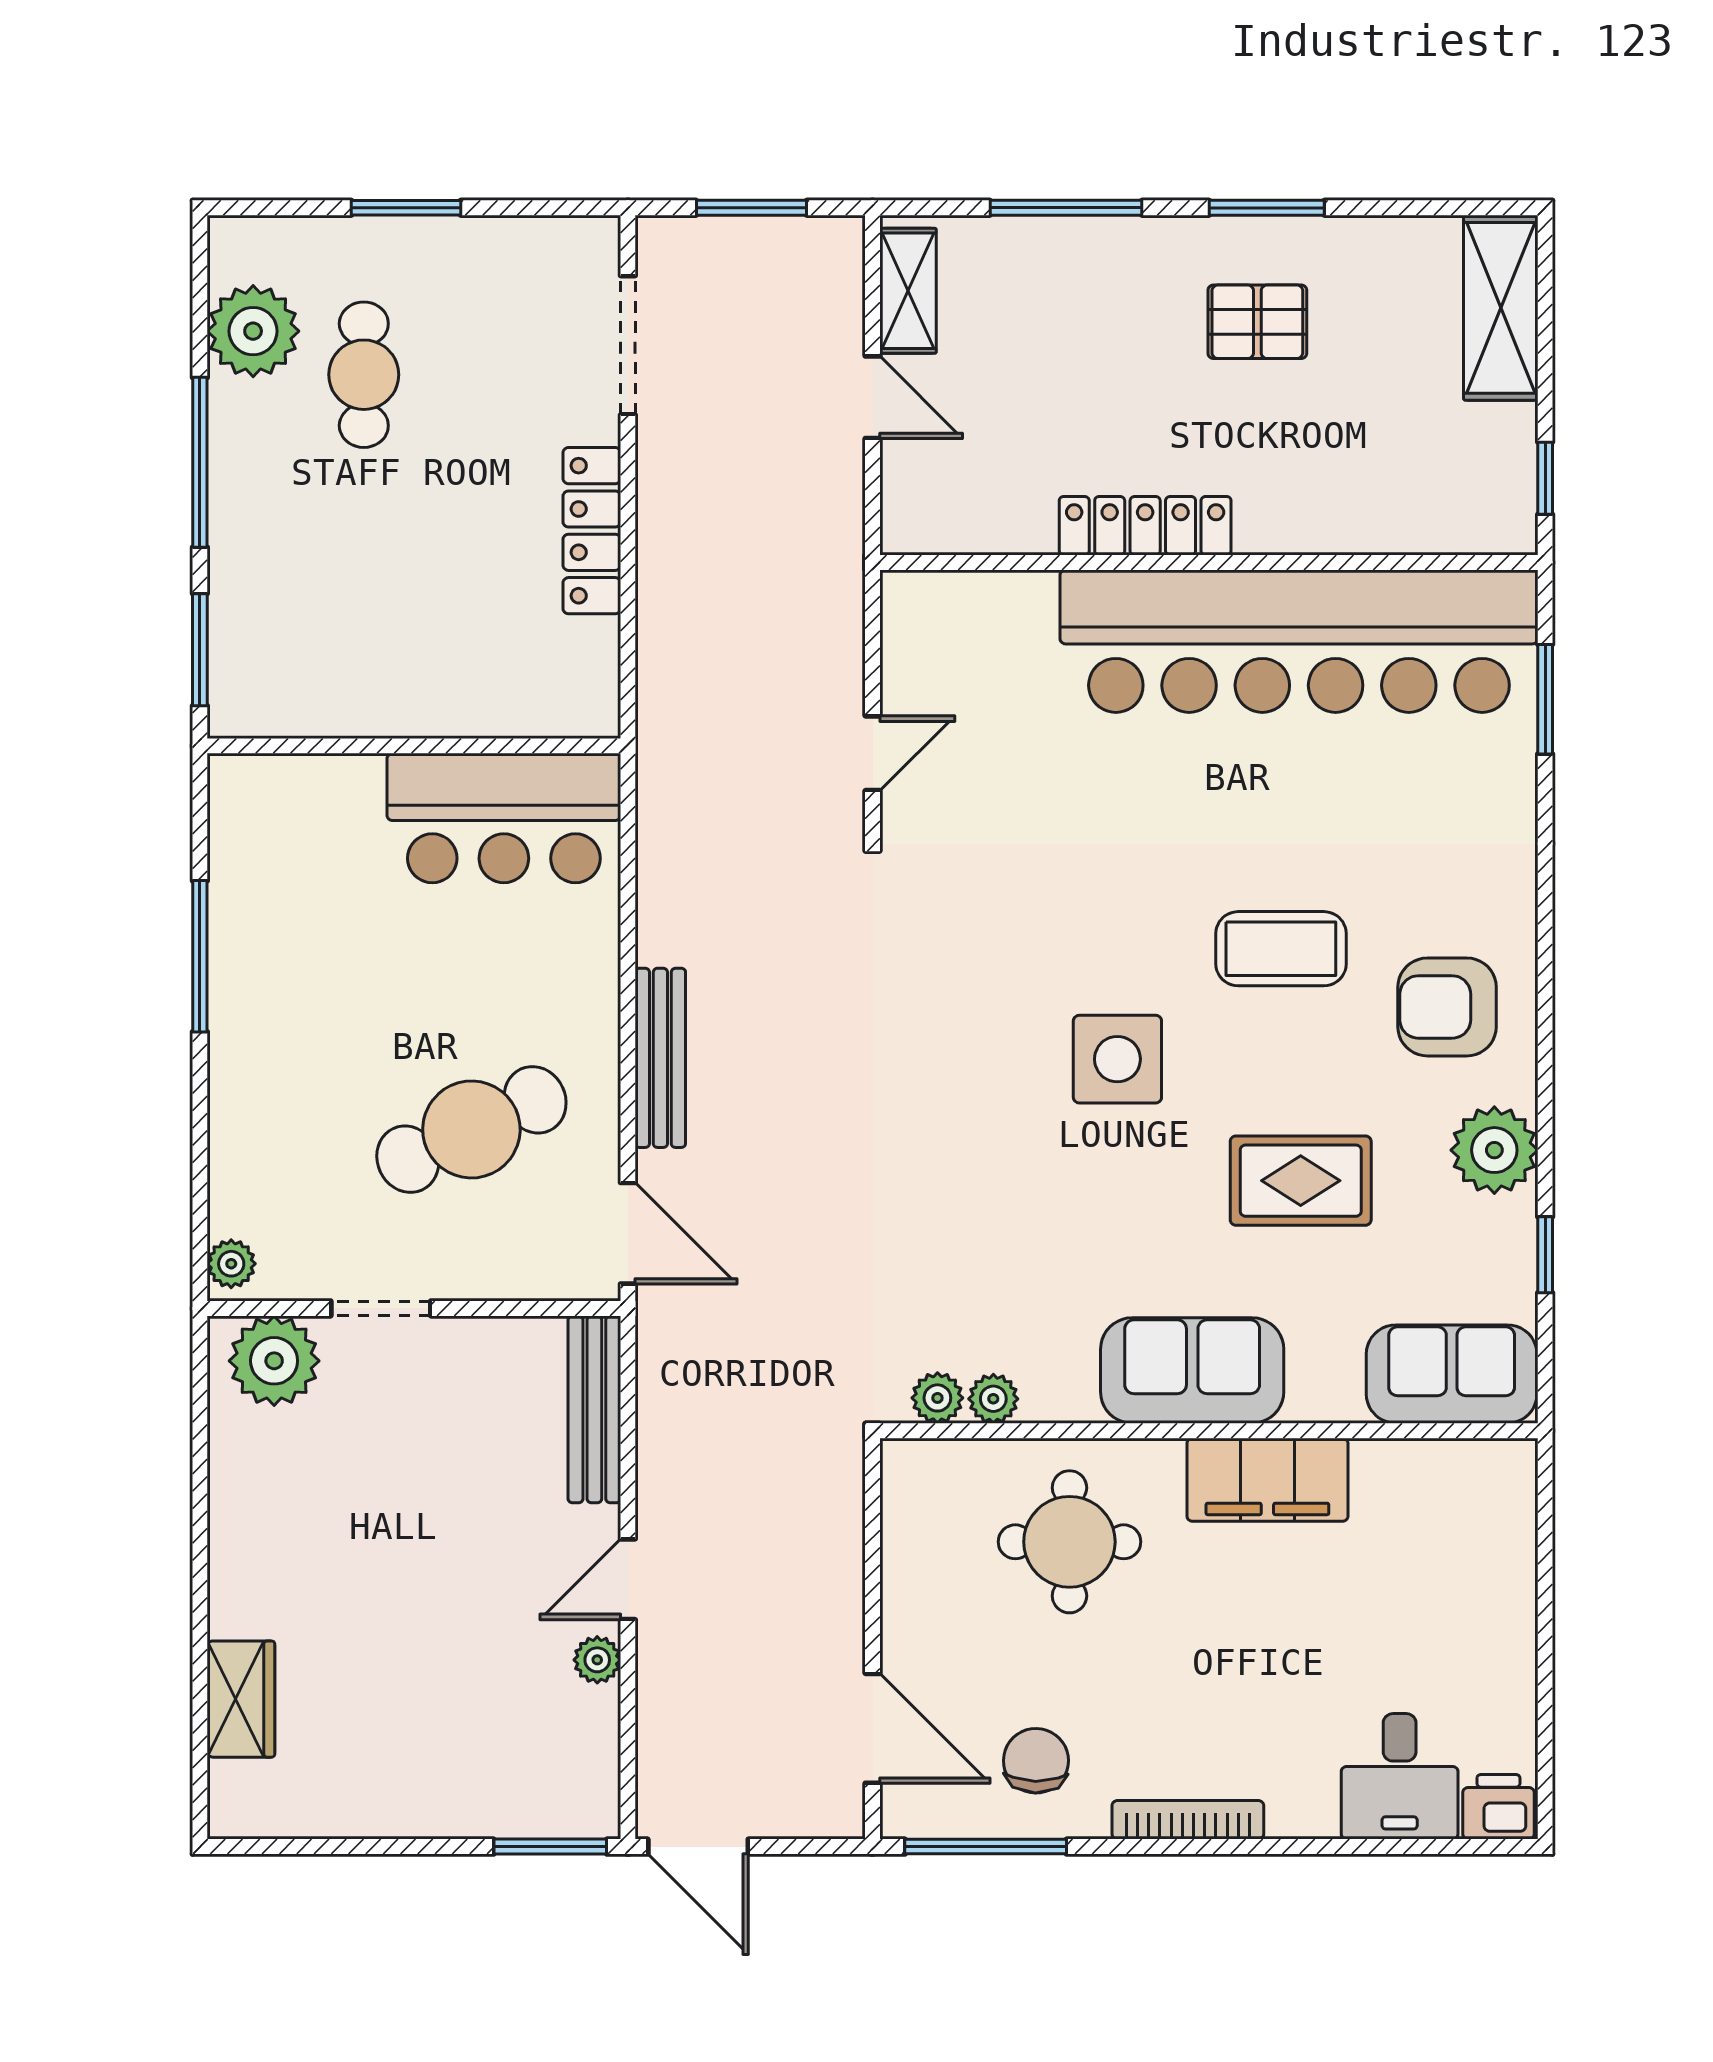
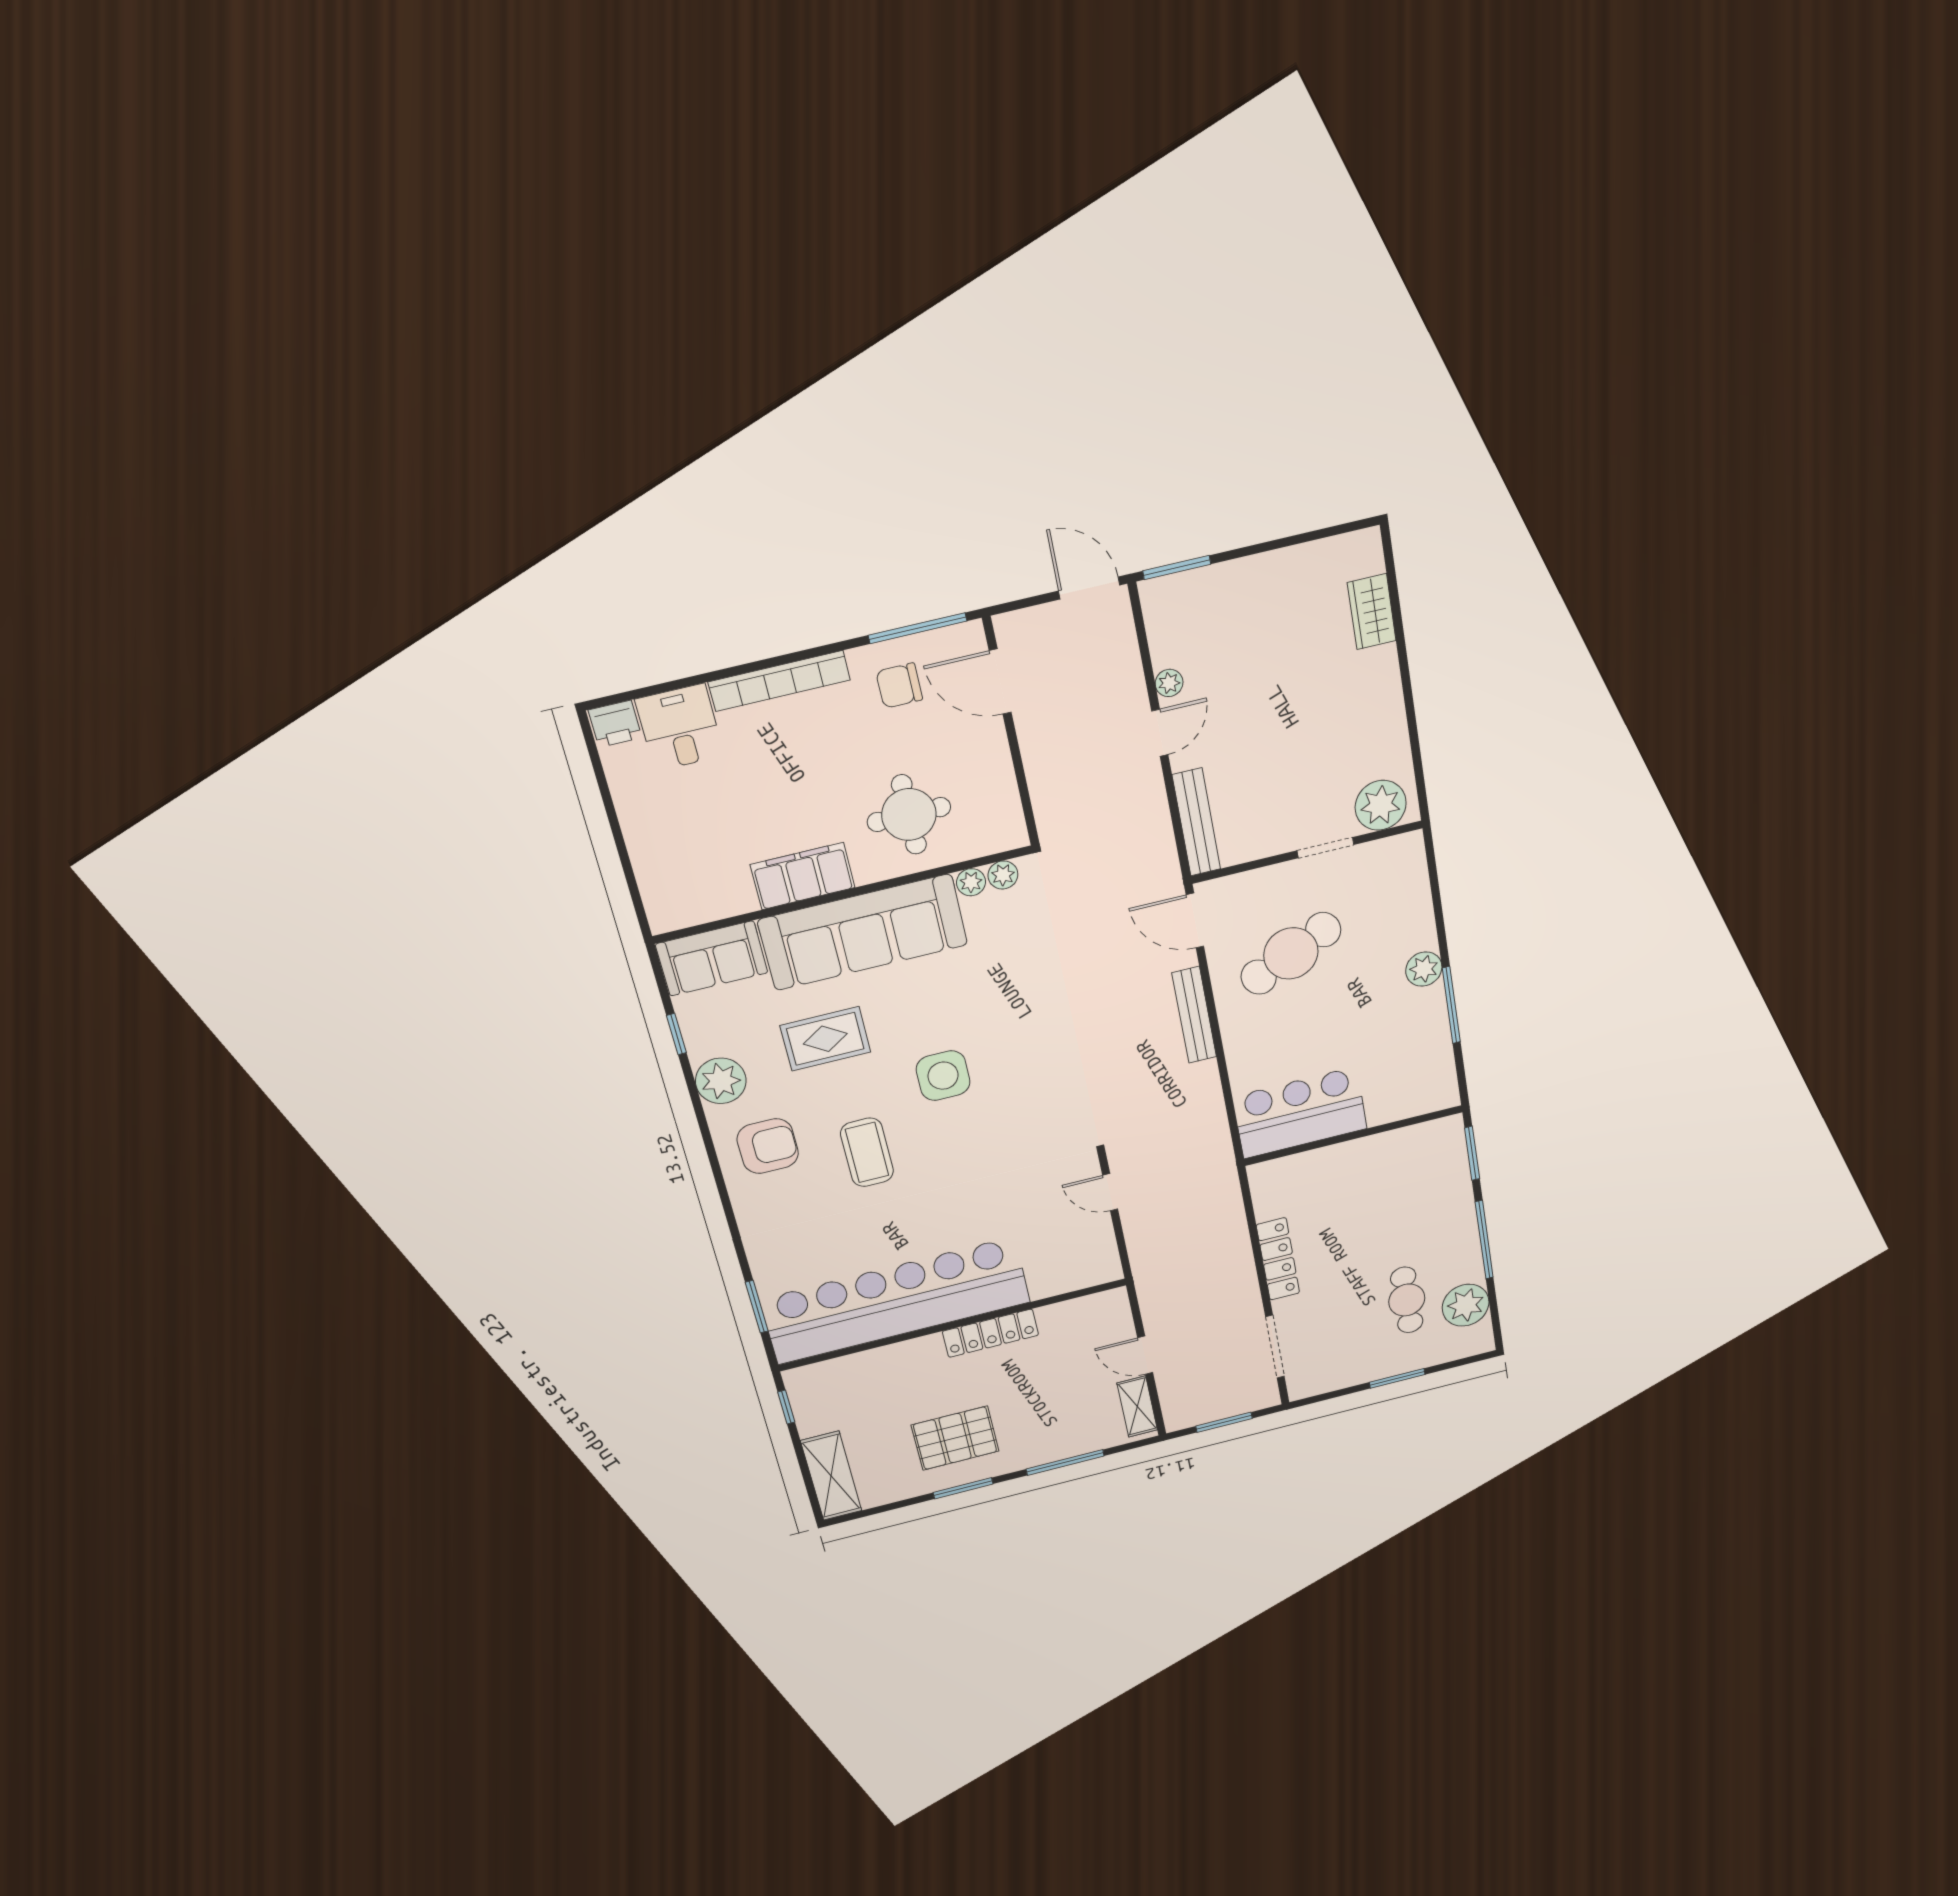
pallet: (1257, 322) -> (955, 1438), width x1.50, depth x1.42
door: (873, 753) -> (1110, 1192), hinge flipped
coffee table: (1281, 949) -> (867, 1152), turned 90
plant: (231, 1264) -> (1424, 969), moved, width x1.38, depth x1.38
sofa: (1192, 1371) -> (863, 932), width x1.85, depth x1.27
chair: (1036, 1761) -> (899, 686), turned 89
bookcase: (1188, 1820) -> (779, 681), width x1.48, depth x1.31

